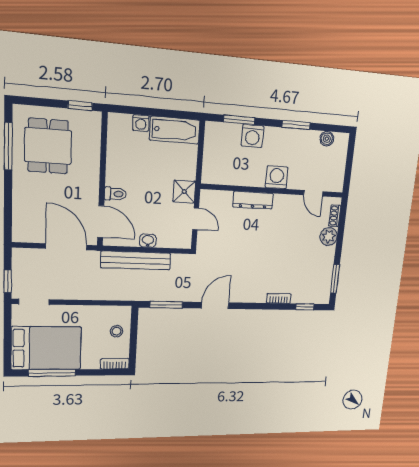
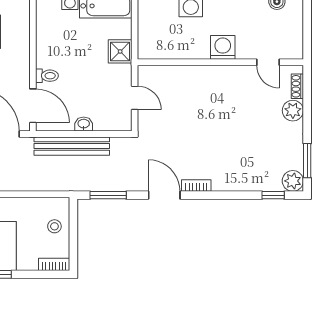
shower: (184, 192) -> (120, 51), moved
dresser: (253, 200) -> (198, 74), removed
plant: (322, 295) -> (293, 181), added
bookcase: (279, 298) -> (196, 186), moved
door: (215, 305) -> (164, 195), hinge flipped

